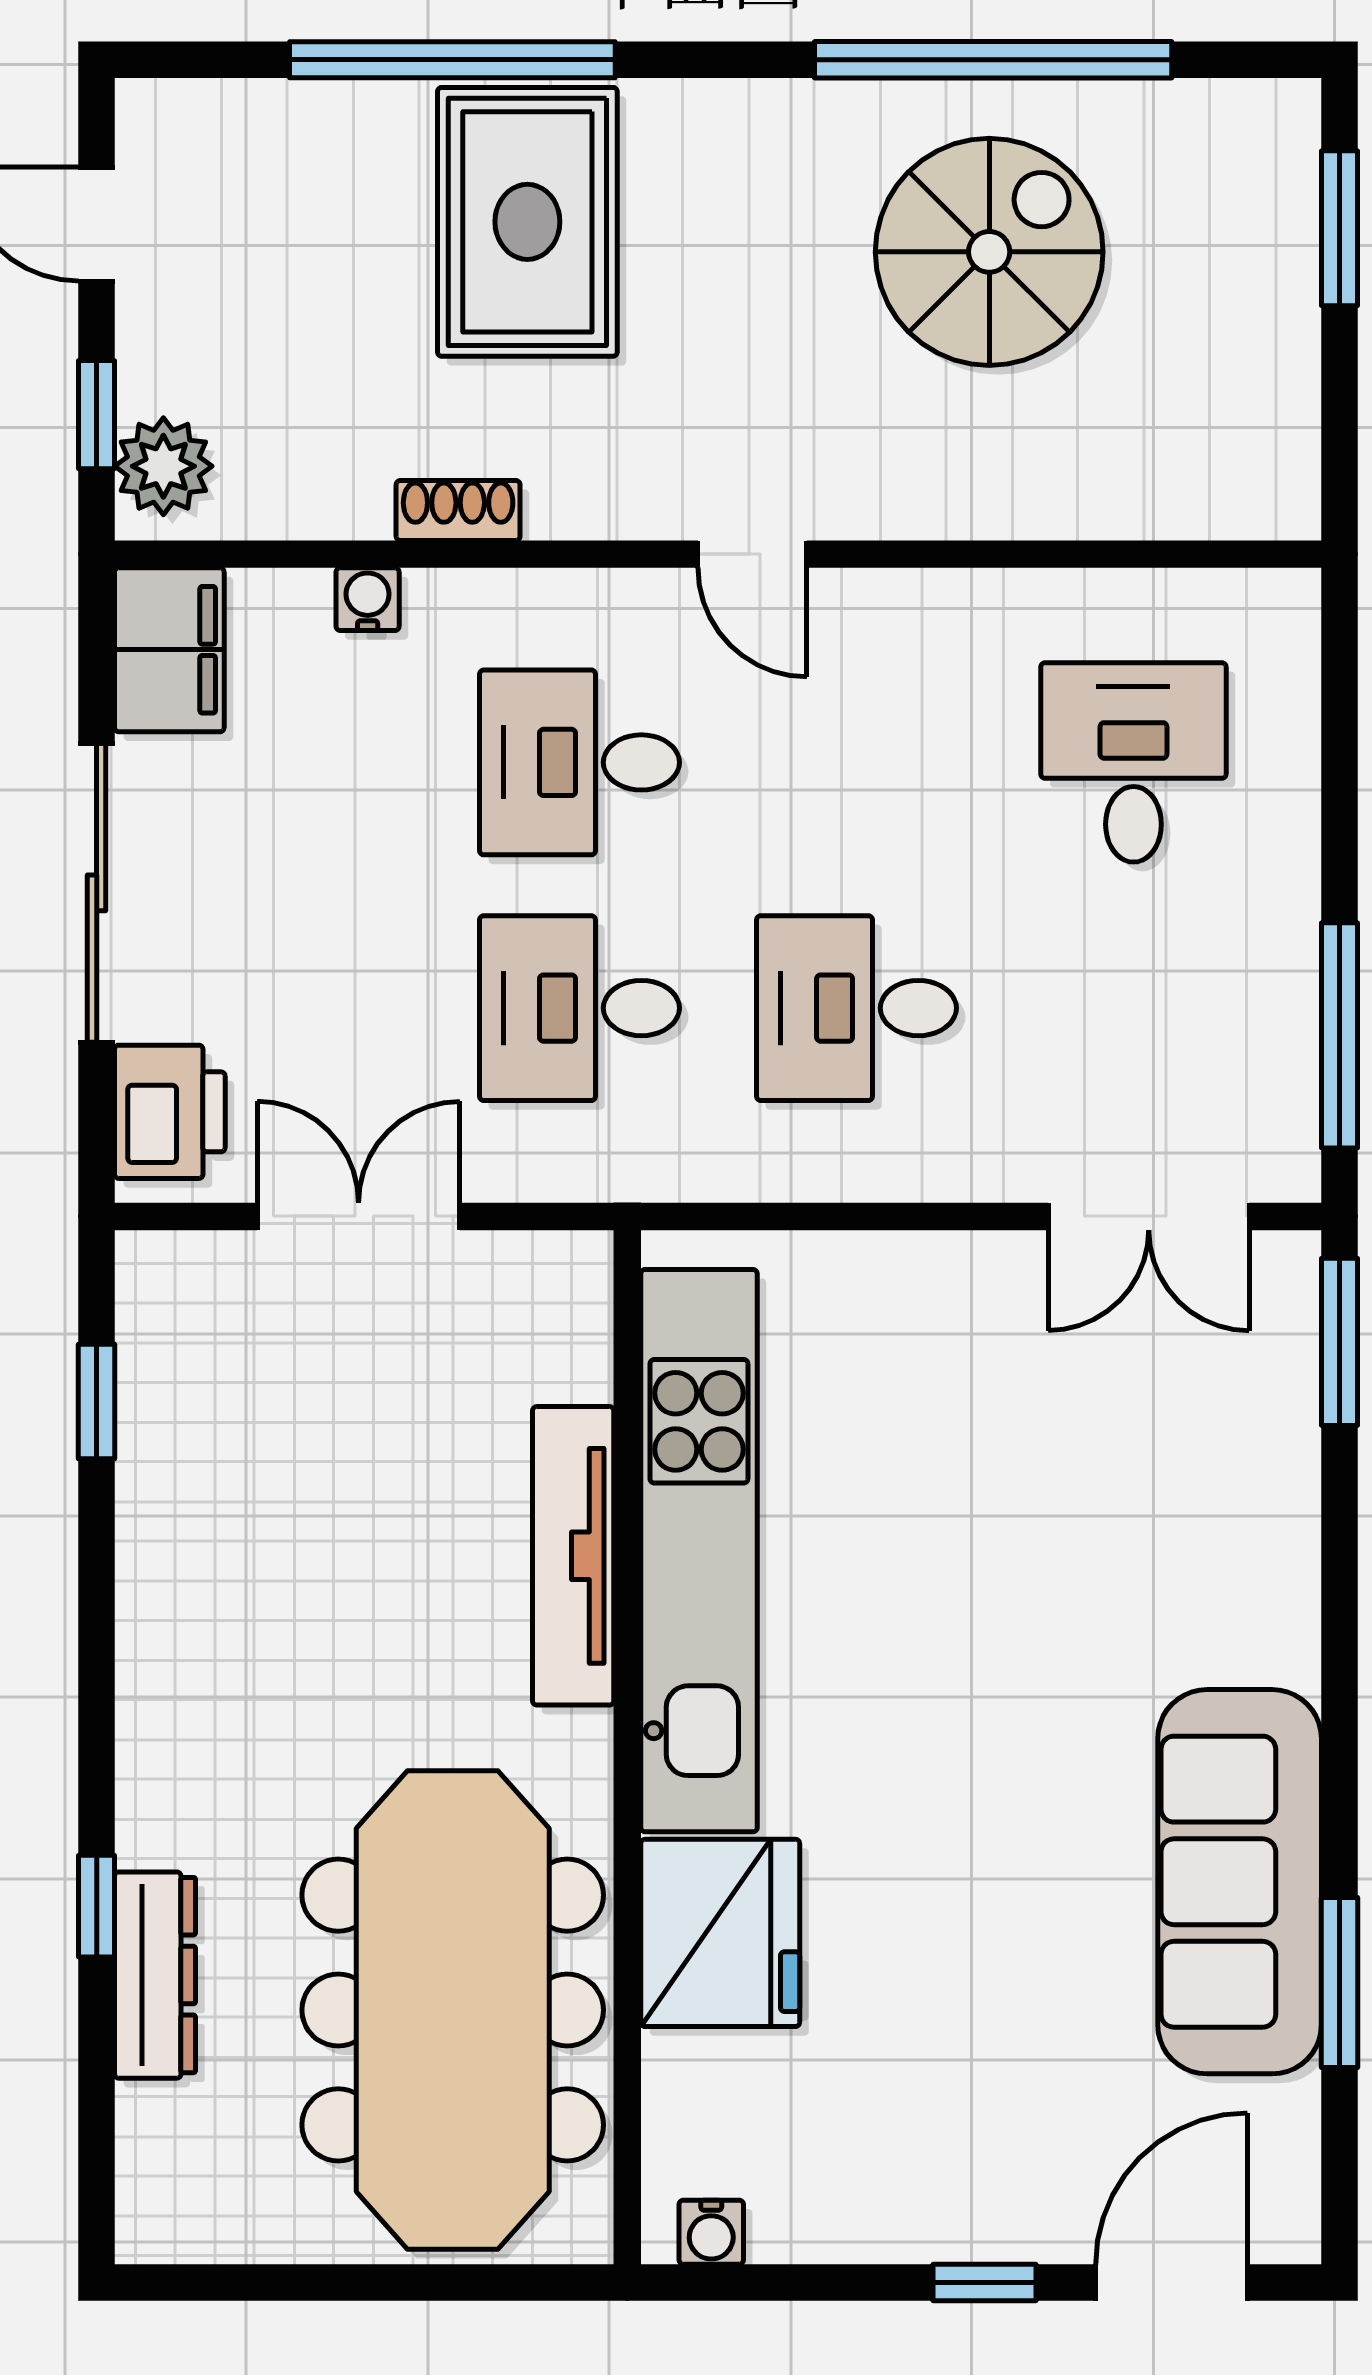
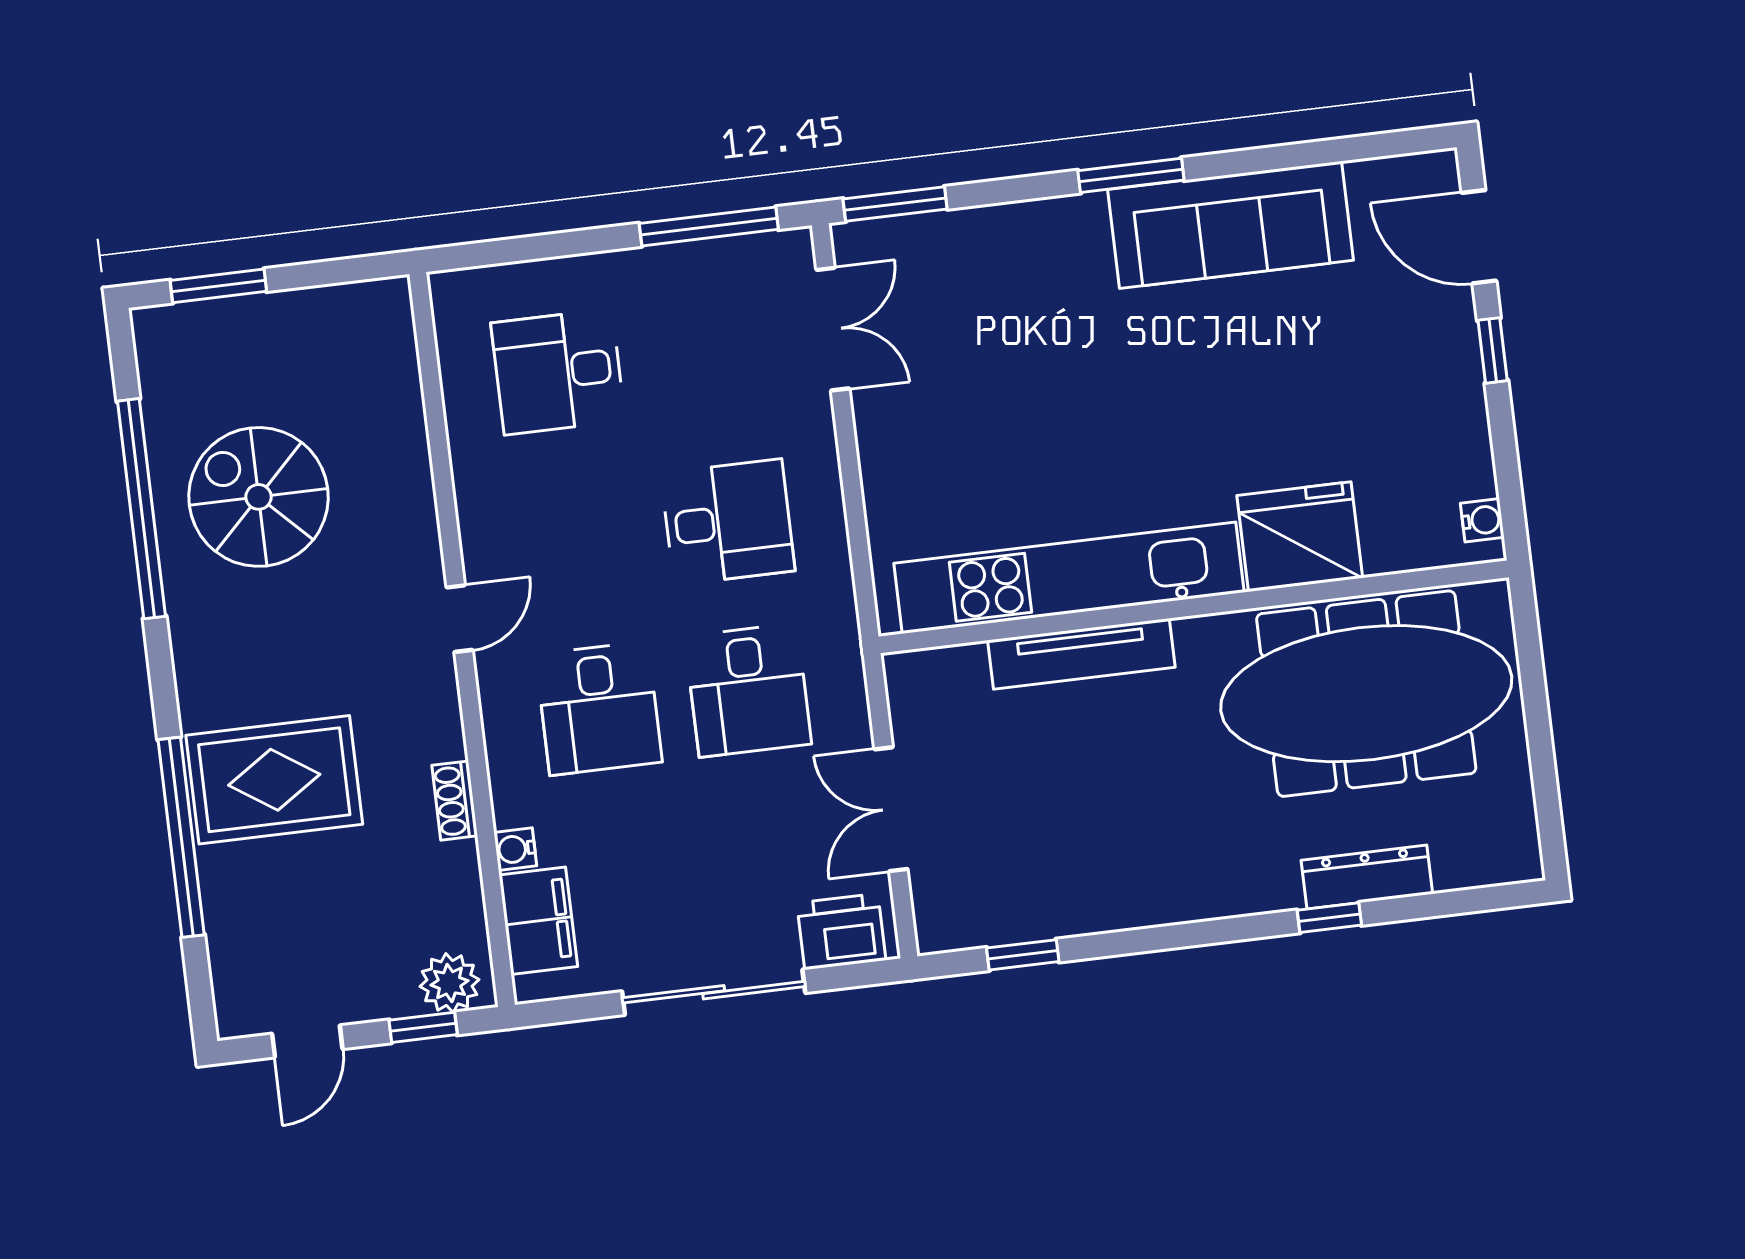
filing cabinet: (169, 650) -> (538, 921), moved, turned 90
desk: (856, 1008) -> (728, 522), turned -90
window: (1339, 1983) -> (1131, 175), moved

